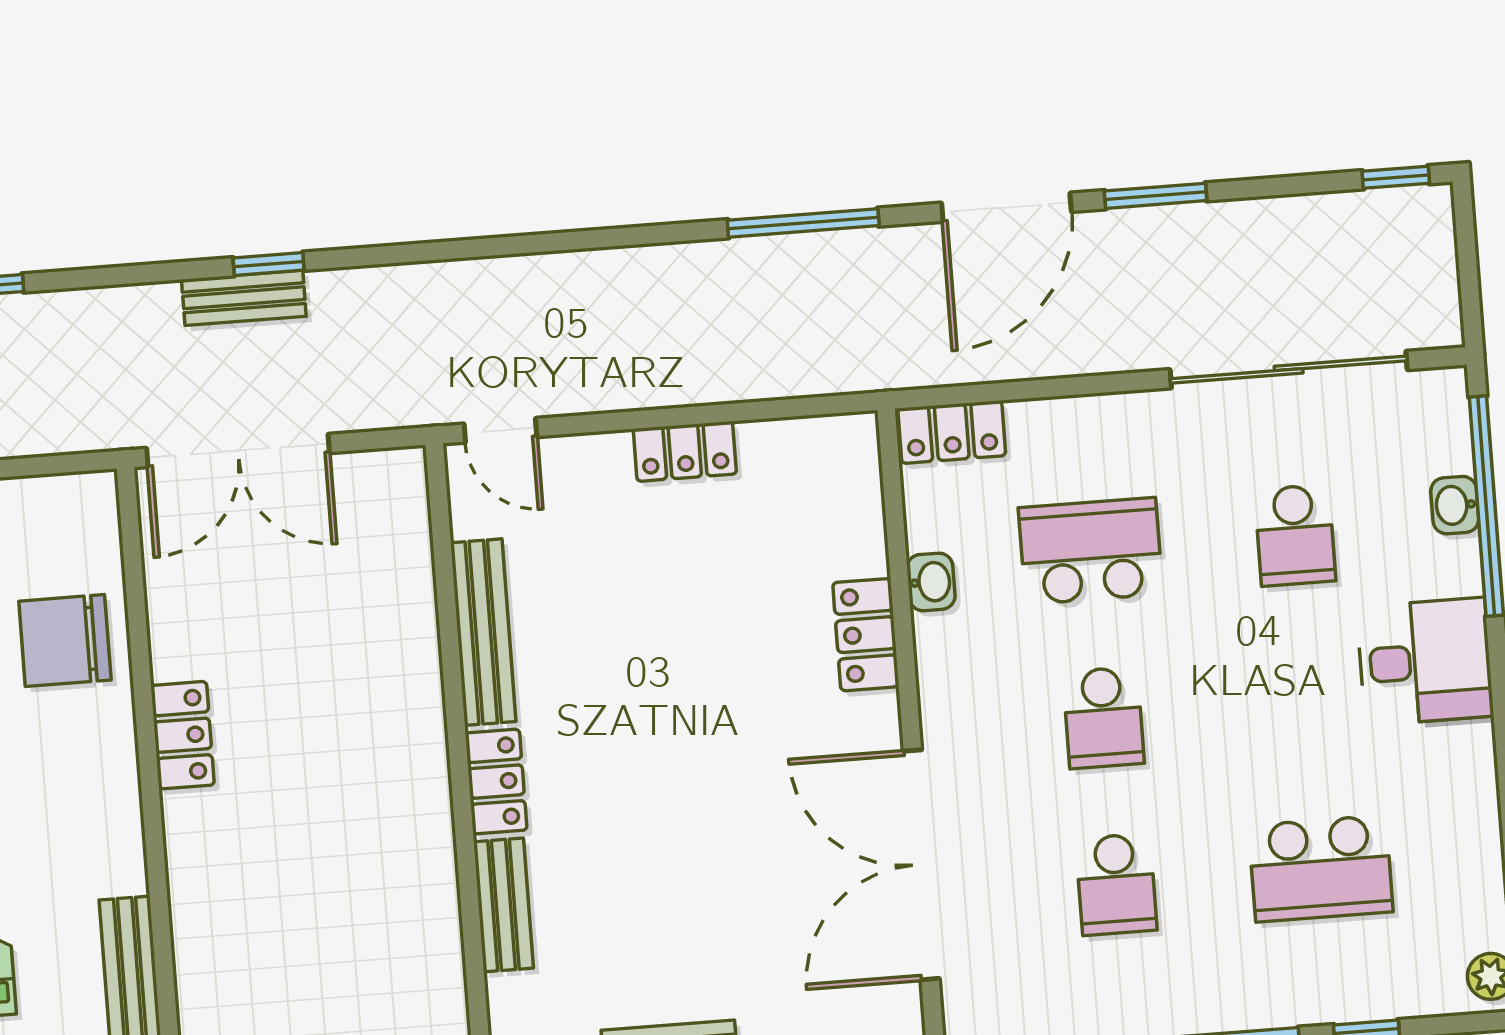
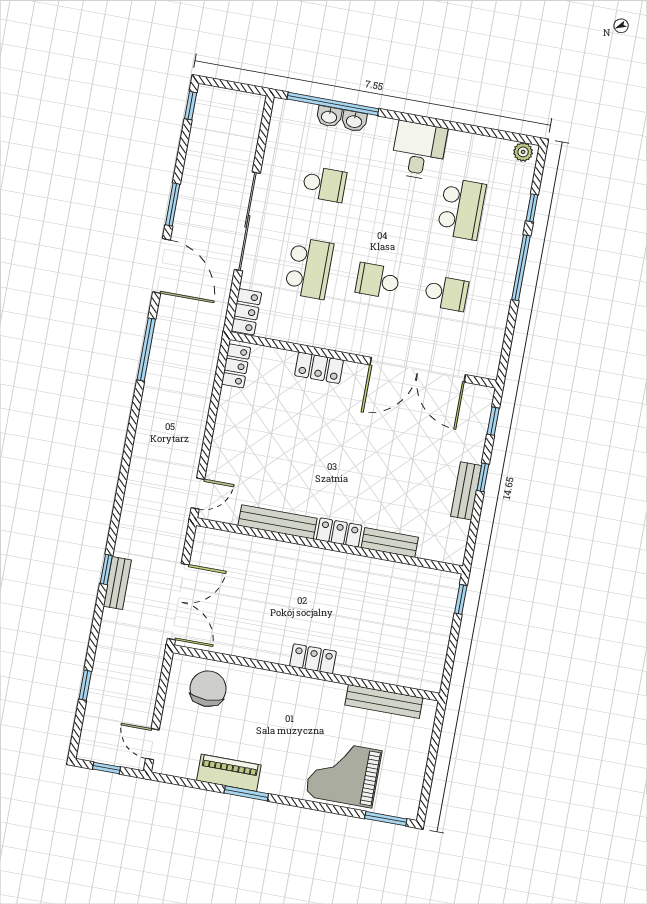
sliding door: (1289, 370) -> (247, 221), moved
locker: (685, 451) -> (236, 366), moved
school desk: (1091, 551) -> (309, 268), turned 180
washbasin: (931, 582) -> (354, 121), moved, turned 180
chair: (65, 641) -> (208, 689), moved, turned 180
desk: (1425, 662) -> (419, 150), moved
school desk: (1103, 718) -> (378, 281), turned 180
locker: (183, 735) -> (313, 659), moved

